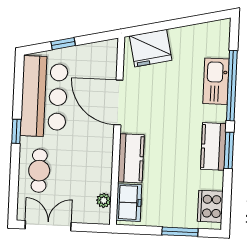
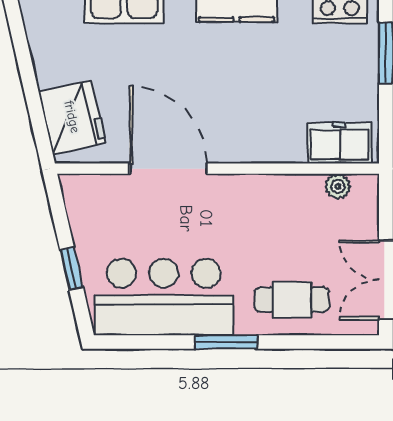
door: (118, 102) -> (168, 169), swing flipped
window: (16, 131) -> (226, 342), width x1.50
kitchen counter: (131, 158) -> (263, 143), removed

